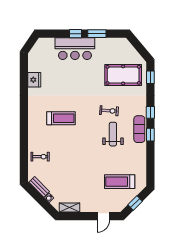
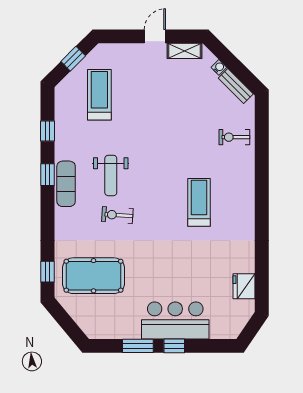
fridge: (34, 80) -> (244, 286), moved
window: (150, 112) -> (47, 131), moved
treadmill: (61, 118) -> (199, 202), turned 90
treadmill: (120, 182) -> (99, 95), turned -90
door: (103, 216) -> (155, 36), moved

